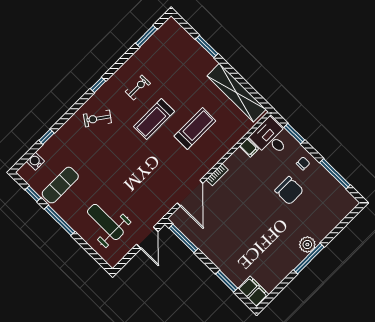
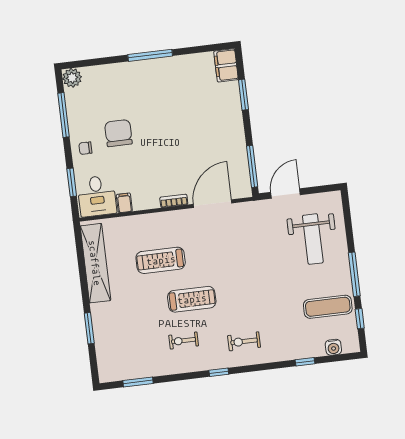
exercise bike: (97, 119) -> (244, 341), turned 144
plant: (307, 244) -> (72, 78), moved

